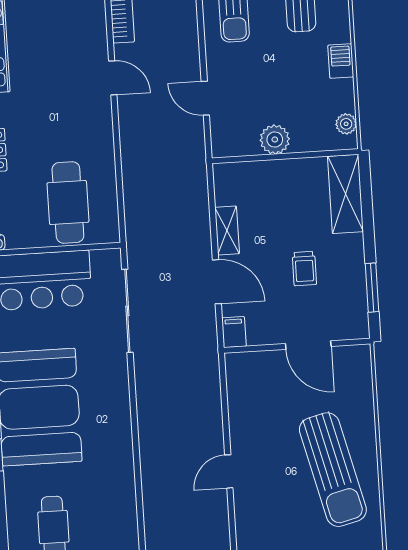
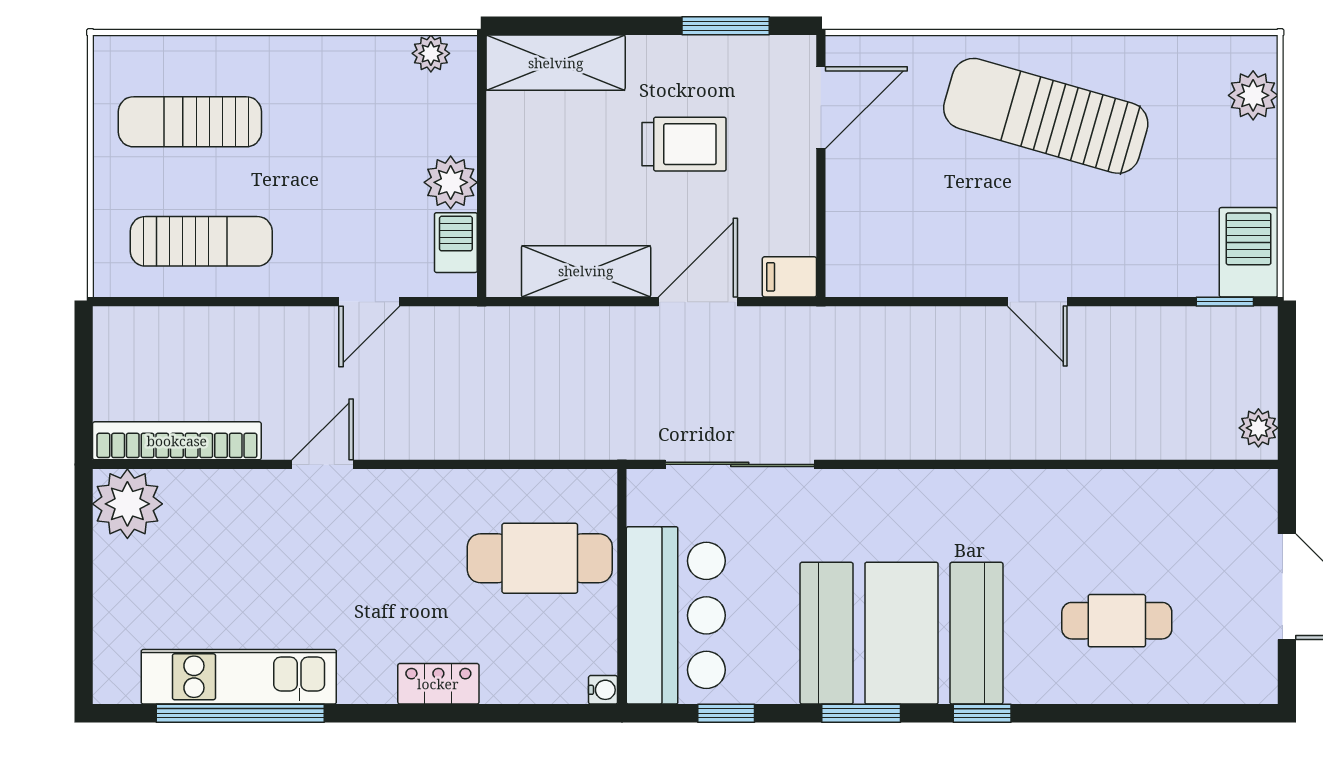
barbecue: (341, 61) -> (456, 243), moved, turned 90
shelving: (227, 230) -> (586, 271), width x1.50, depth x1.33
trolley: (304, 269) -> (684, 144), width x1.36, depth x1.39
door: (308, 345) -> (821, 108), moved
sun lounger: (333, 470) -> (1046, 116), turned -150

